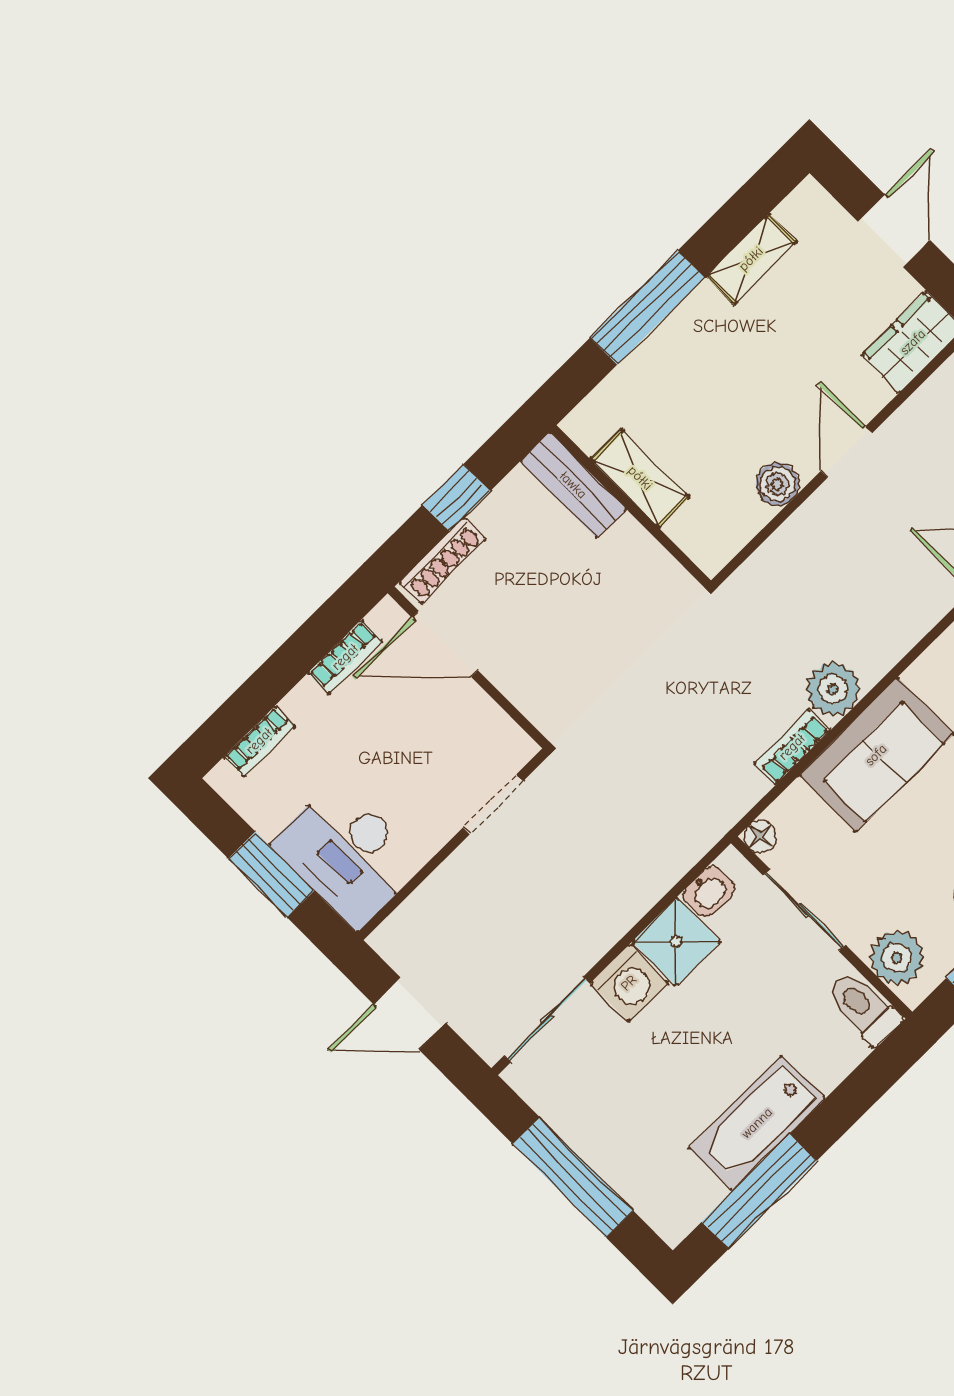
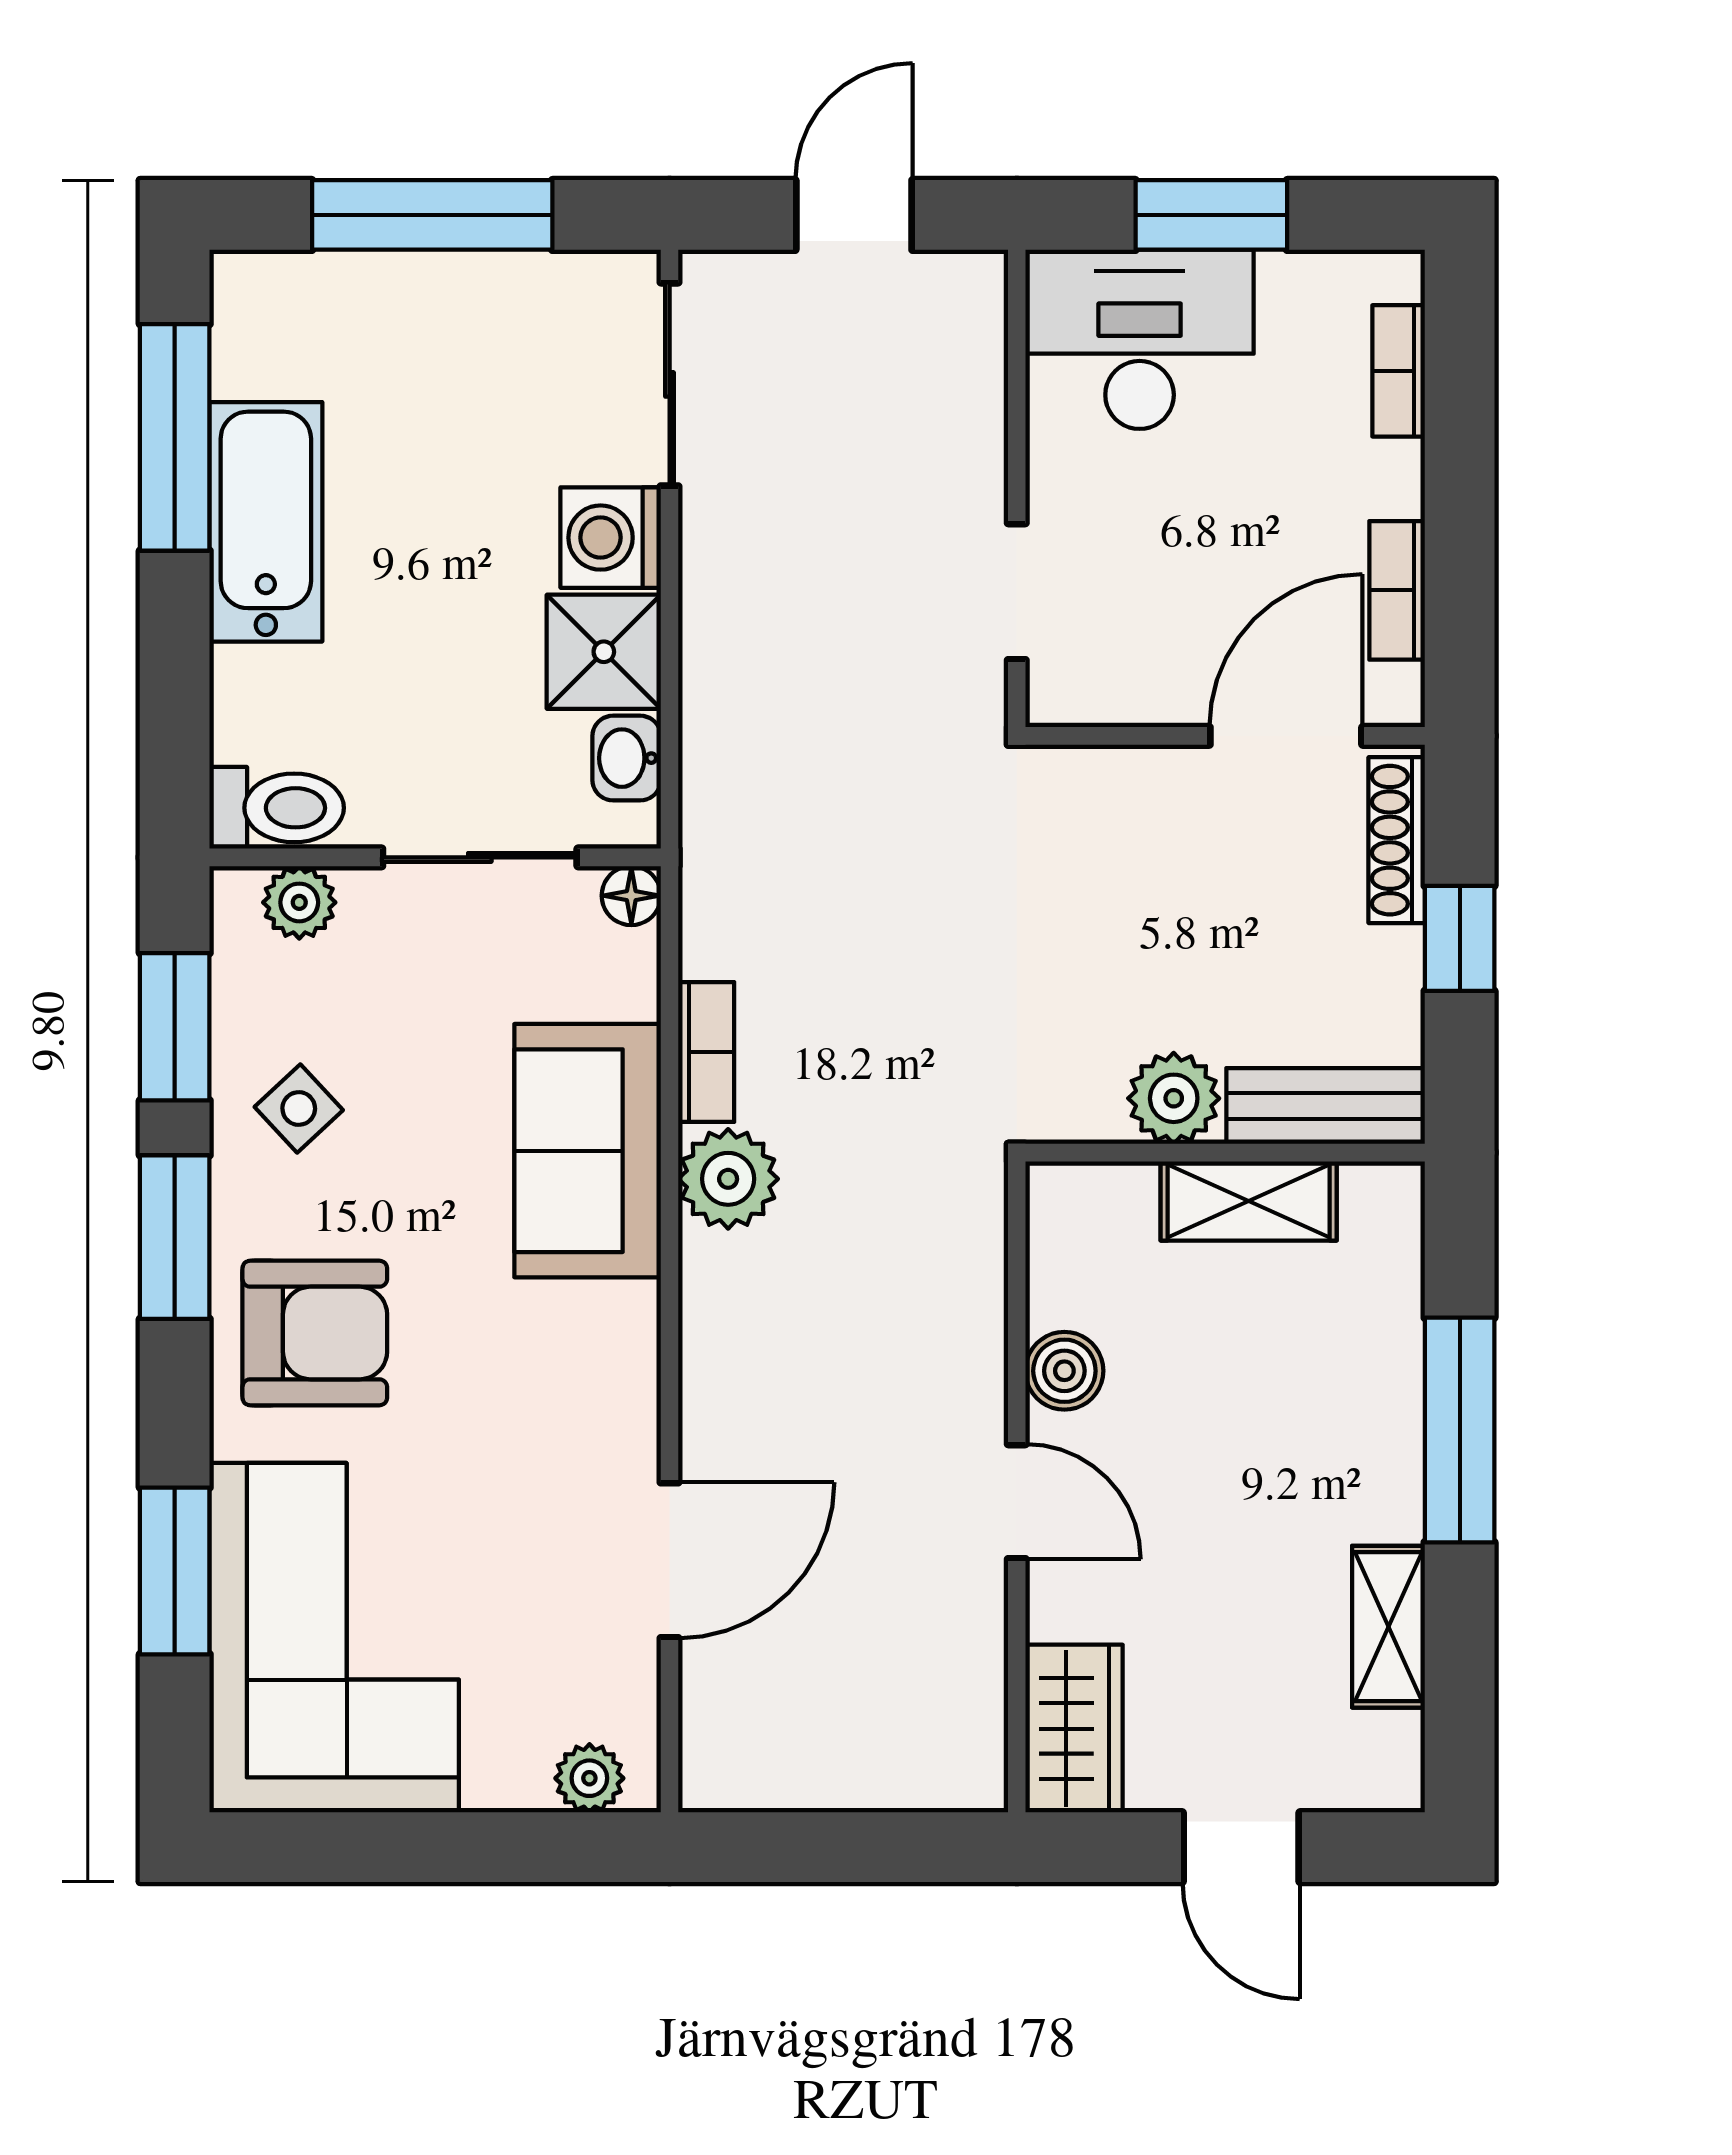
plant: (629, 547) -> (1174, 1098), added
plant: (897, 958) -> (299, 902), width x0.73, depth x0.73

